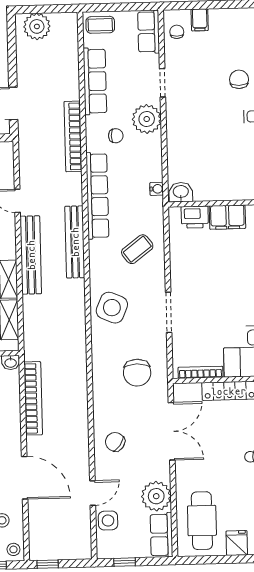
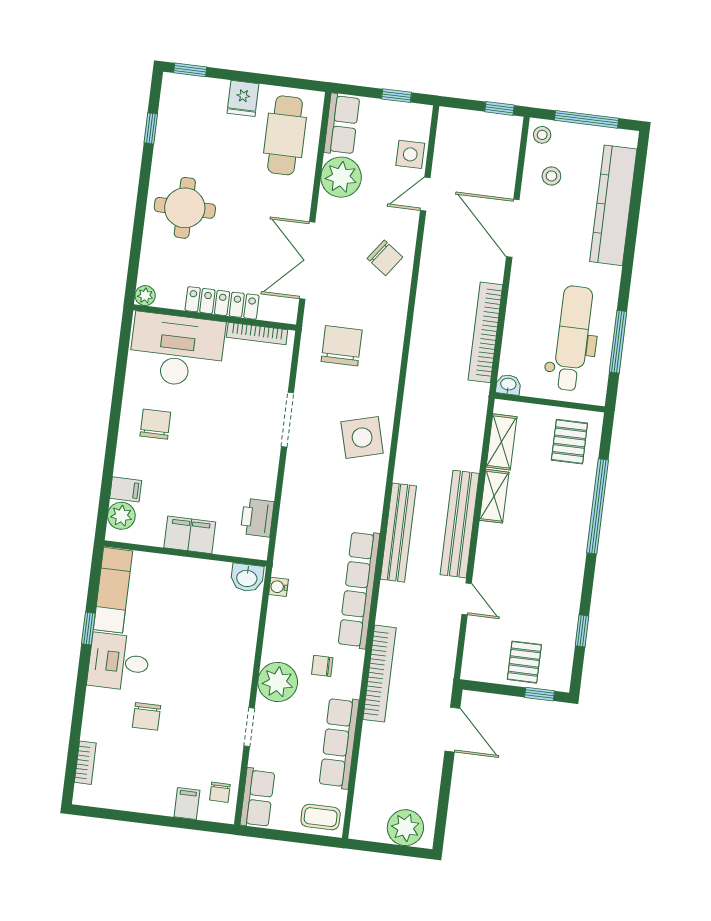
printer: (195, 217) -> (257, 518), moved, turned -90
coffee table: (137, 249) -> (317, 510), removed
side table: (112, 308) -> (362, 437), turned -38

